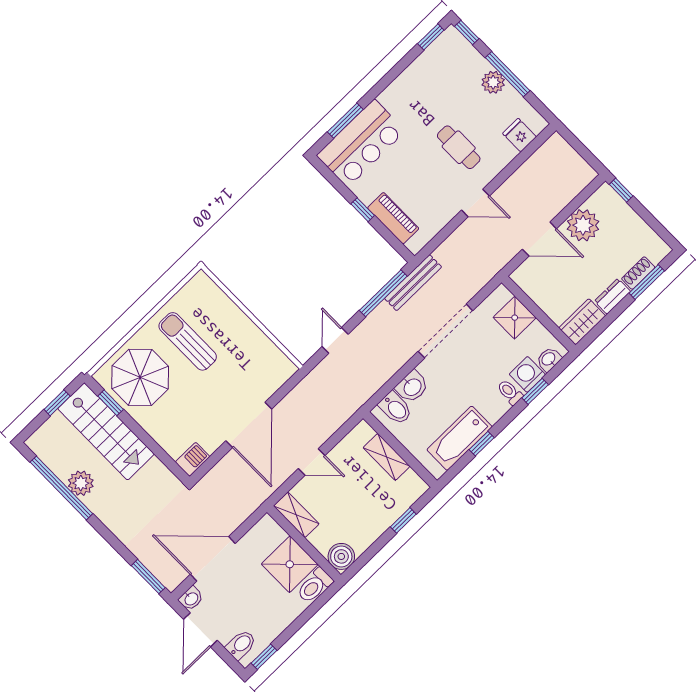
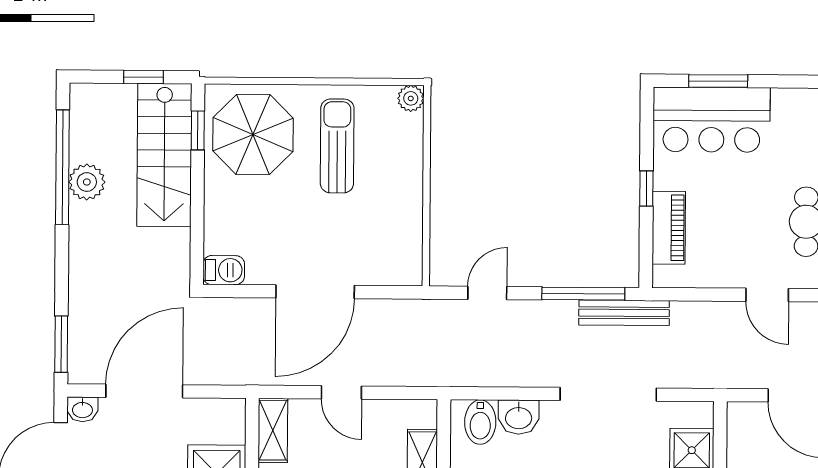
plant: (201, 281) -> (411, 98), added
door: (213, 559) -> (144, 391), hinge flipped

